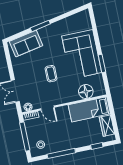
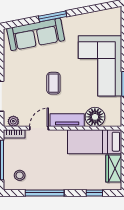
sofa: (26, 43) -> (36, 34), width x1.36
tv unit: (66, 98) -> (67, 120), added
door: (47, 108) -> (39, 128), swing flipped

